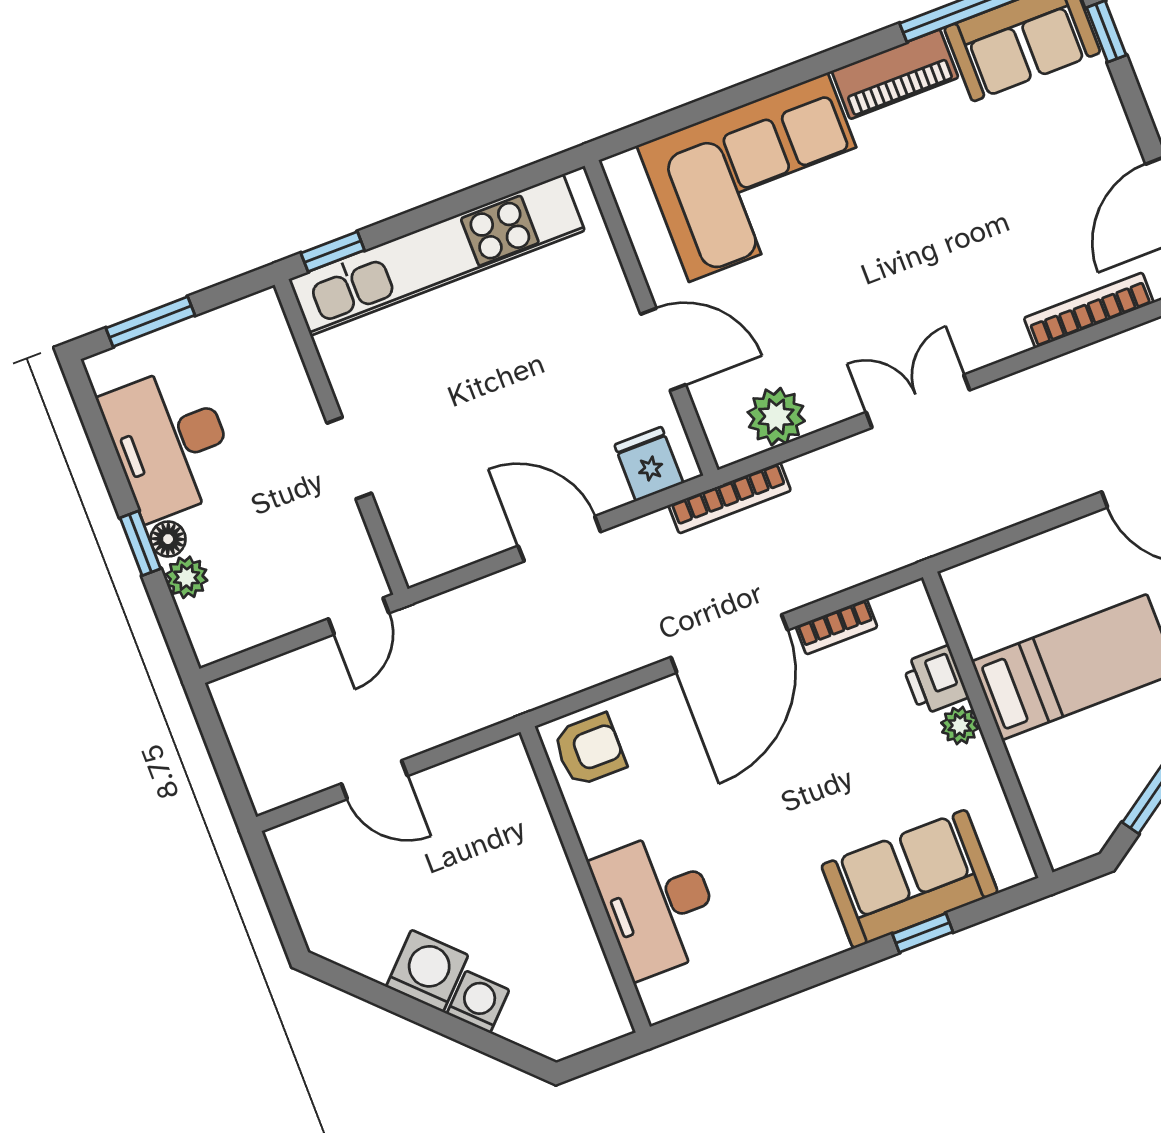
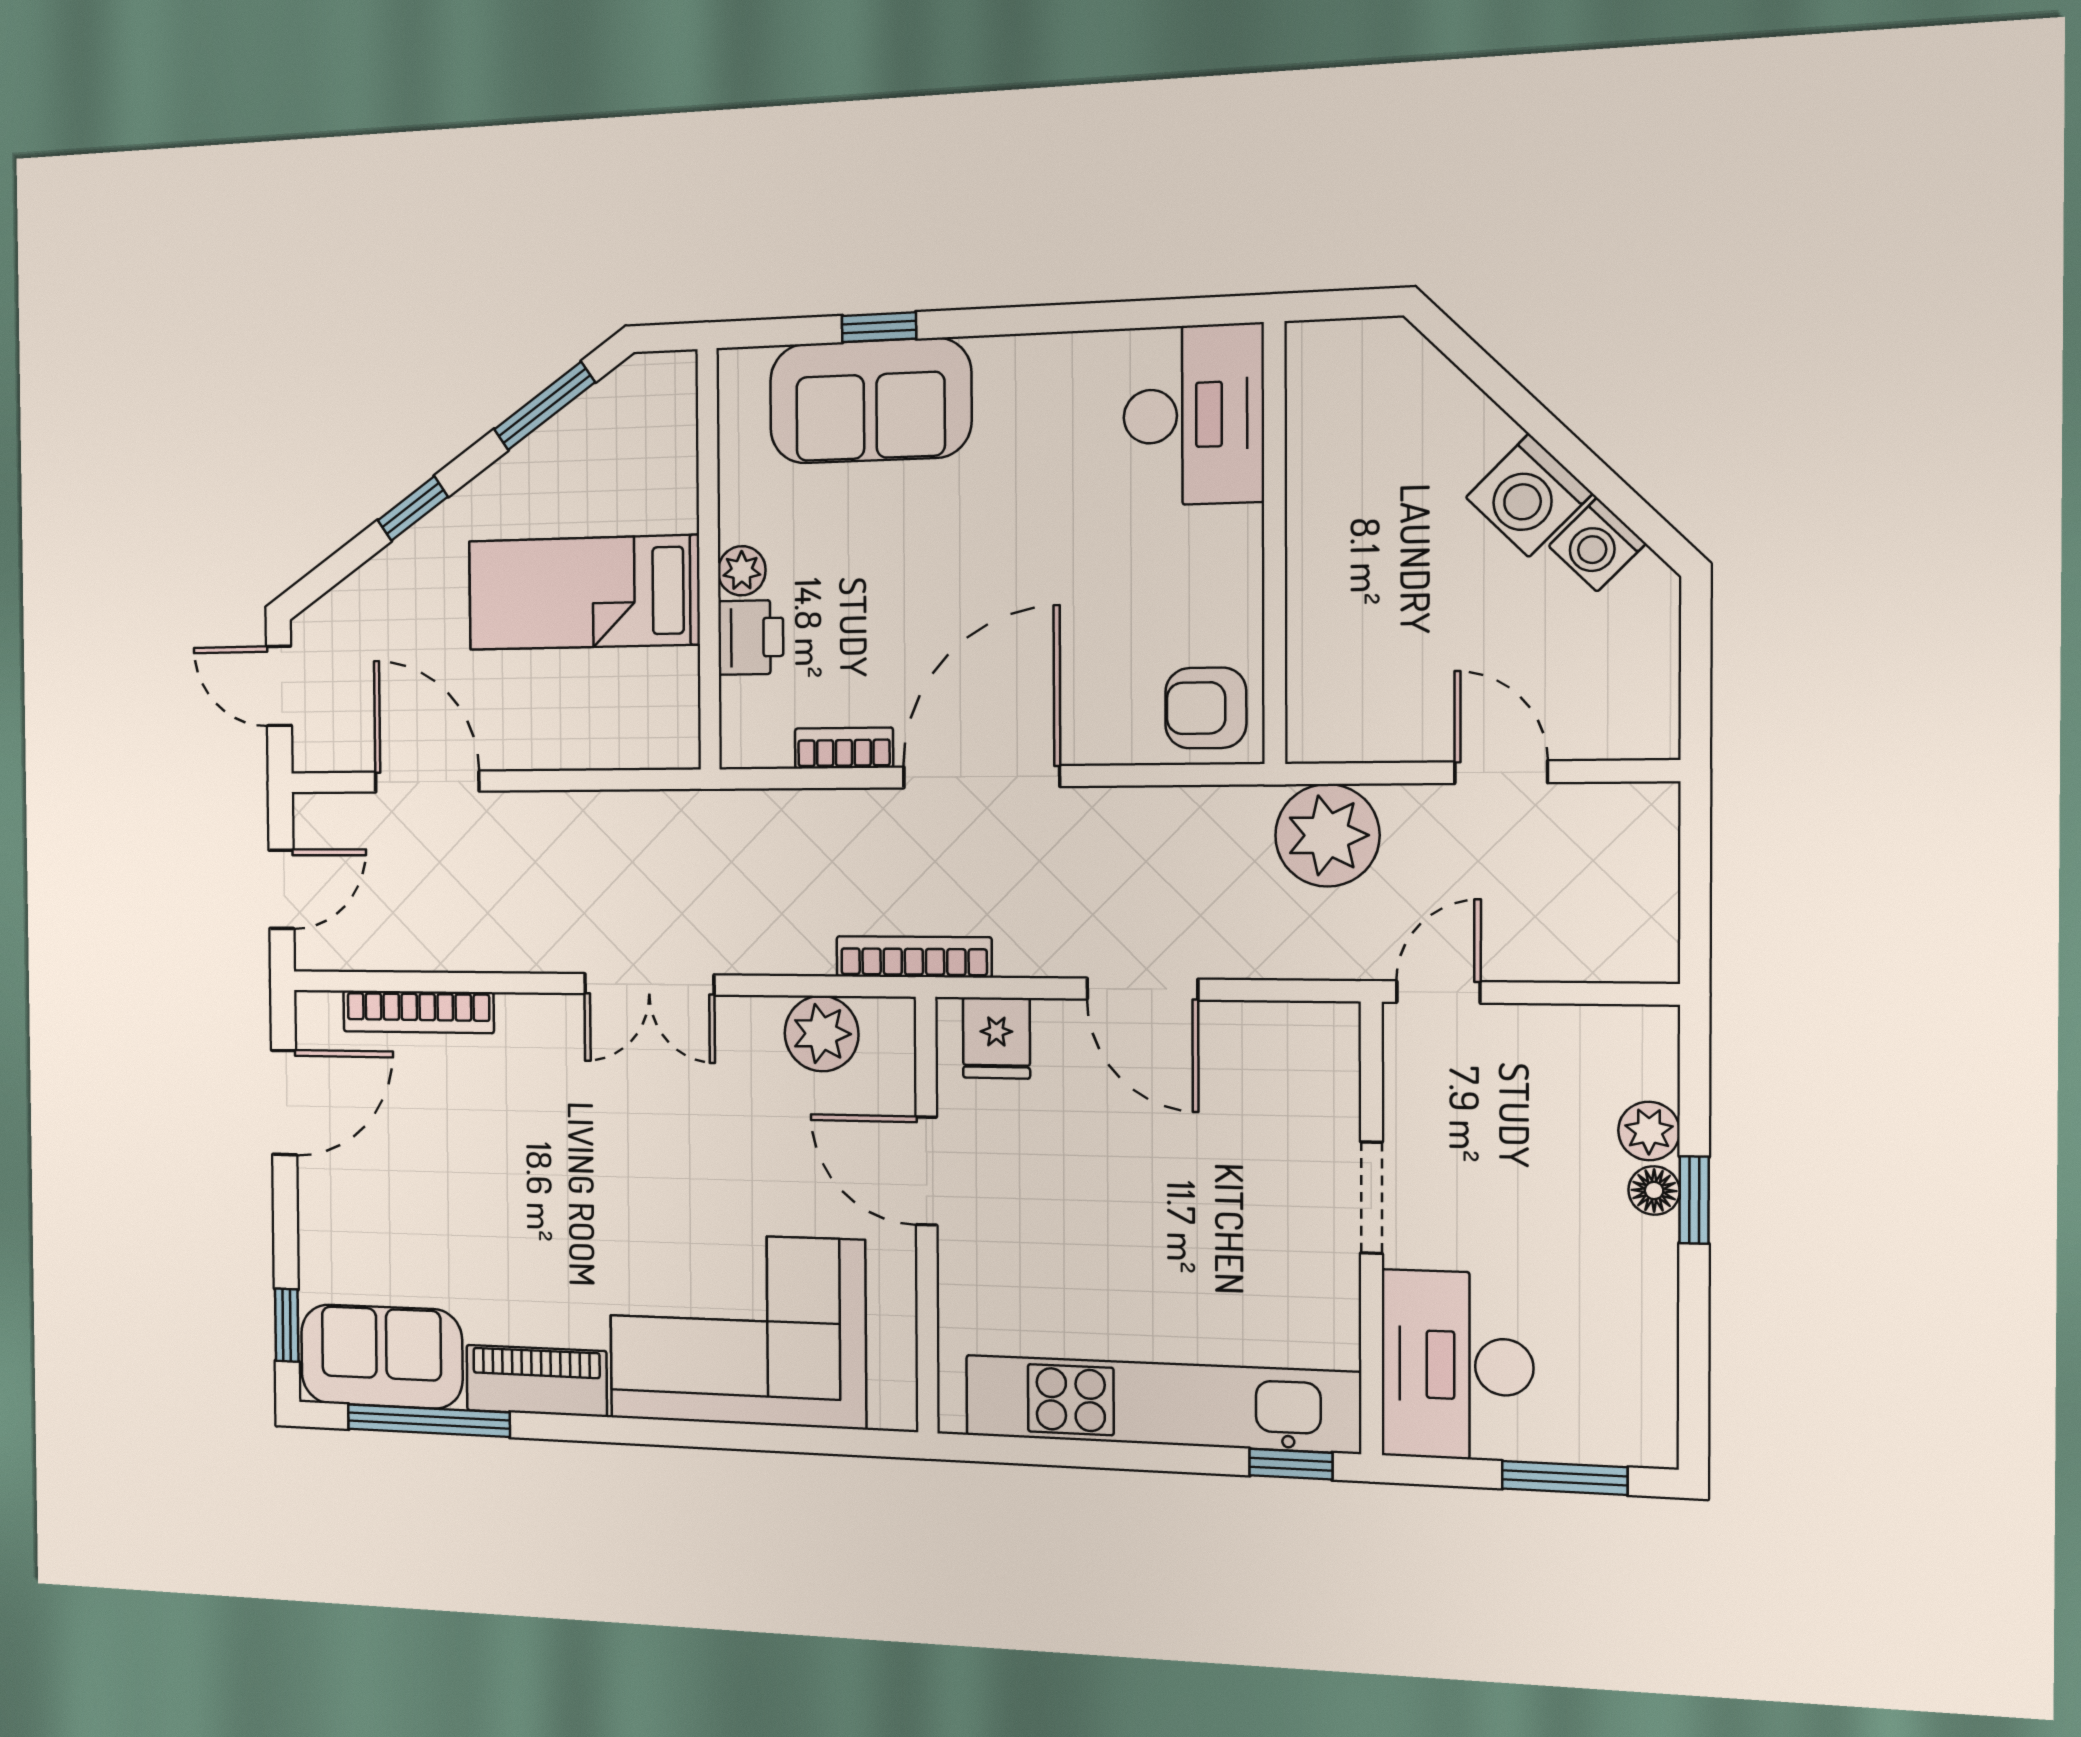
desk: (170, 442) -> (1457, 1365), moved, turned 180
plant: (473, 694) -> (1327, 835), added
desk: (658, 904) -> (1194, 415), moved
washing machine: (478, 1002) -> (1597, 545), moved

